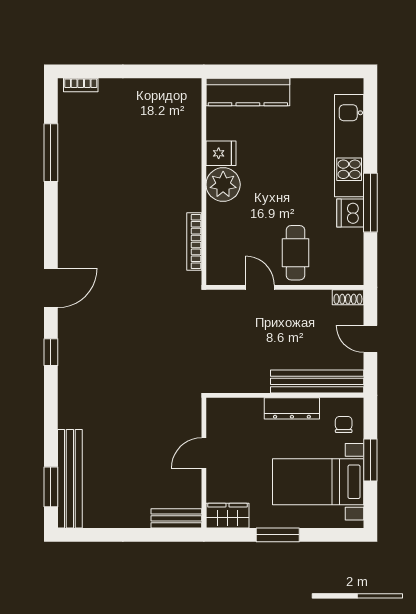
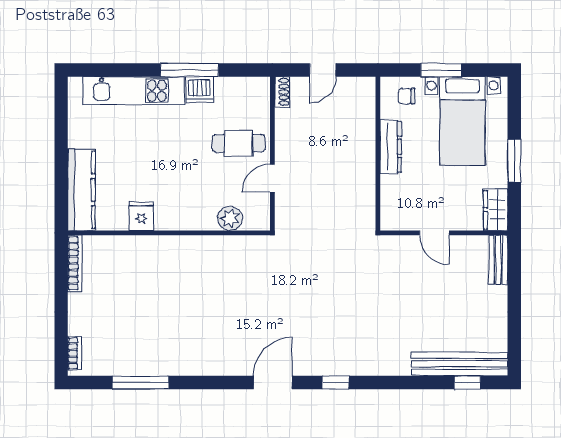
plant: (223, 185) -> (230, 218), moved, width x0.73, depth x0.73
bookcase: (194, 242) -> (75, 263), moved, turned -90
door: (51, 288) -> (273, 382), hinge flipped
bench: (317, 381) -> (364, 122), removed
window: (51, 487) -> (467, 382), width x0.67

